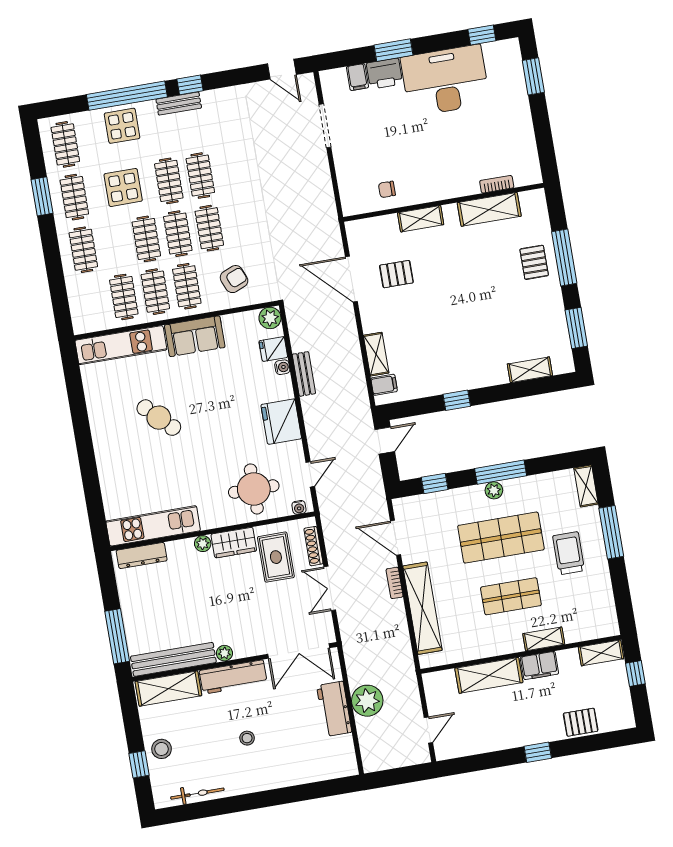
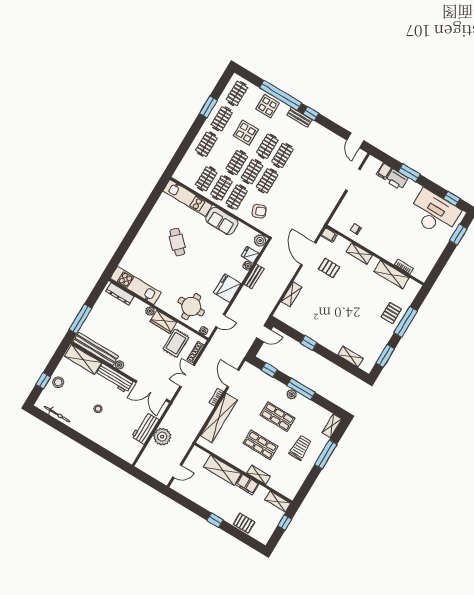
desk: (445, 81) -> (434, 213), moved
filing cabinet: (384, 385) -> (329, 235), moved
shop shelf: (501, 538) -> (277, 417), width x0.70, depth x0.74

